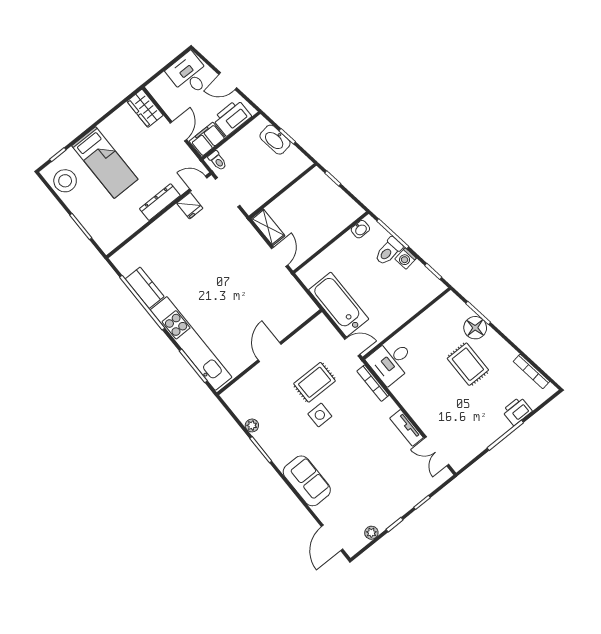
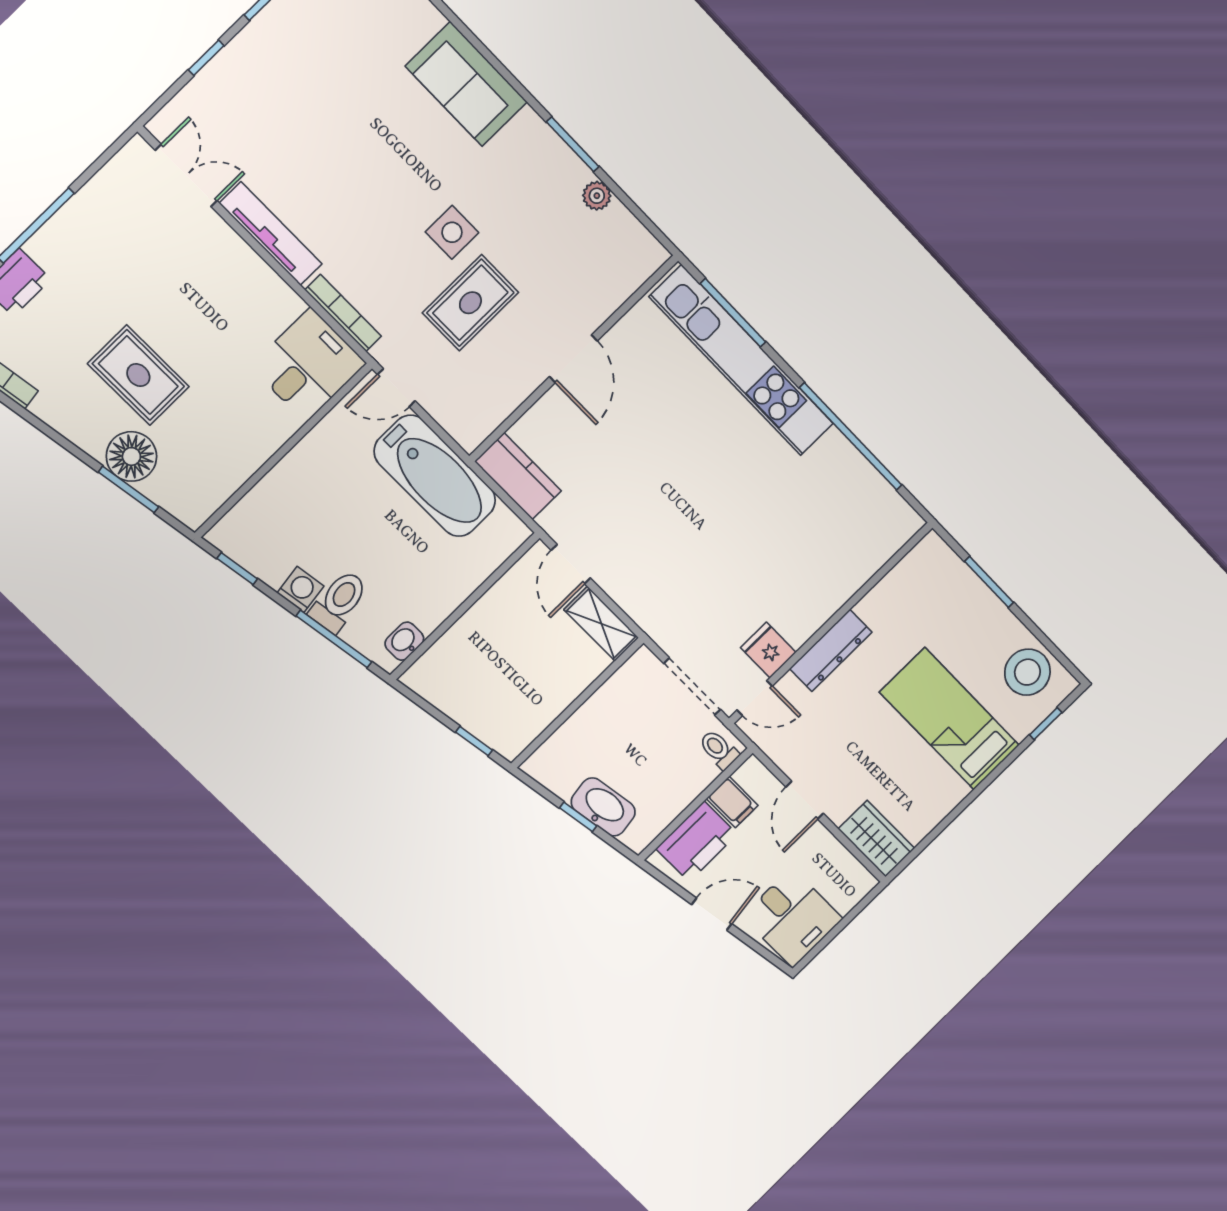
filing cabinet: (207, 139) -> (732, 802), width x0.50
kitchen counter: (145, 288) -> (518, 476), moved, turned 180
tv unit: (407, 428) -> (271, 234), width x1.41

